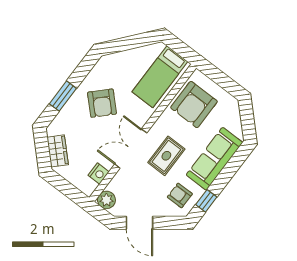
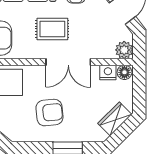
armchair: (102, 103) -> (49, 113), turned 39
floor lamp: (89, 187) -> (124, 72), added

